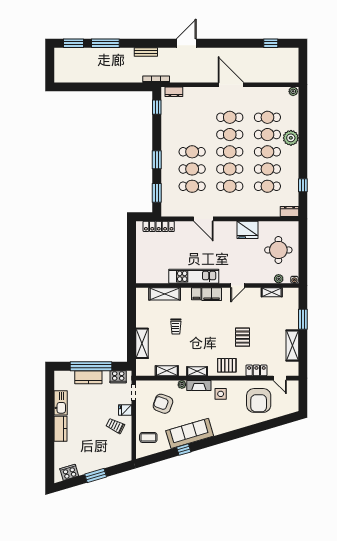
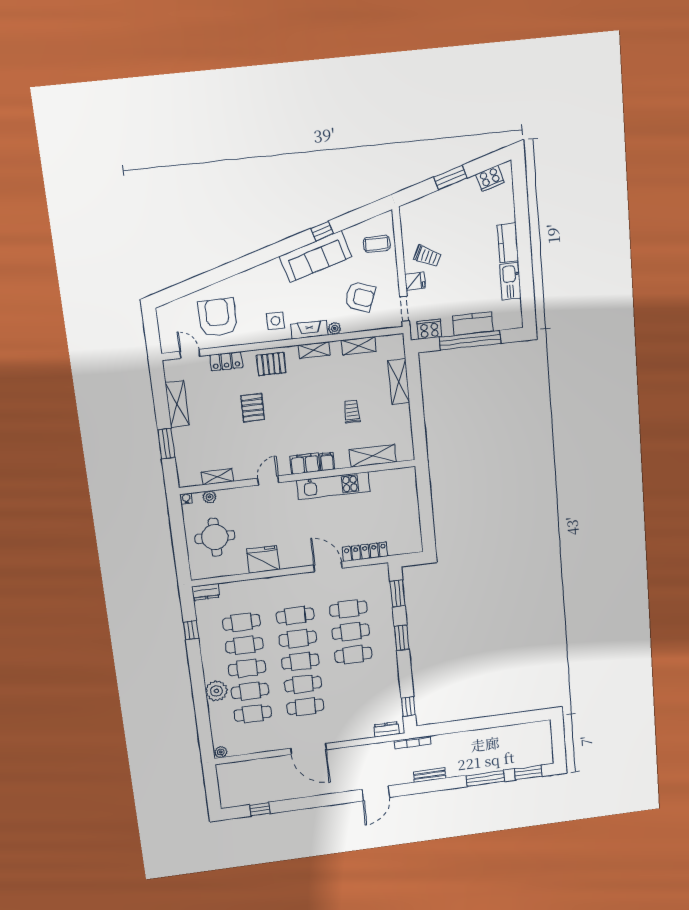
locker: (159, 226) -> (365, 552), moved

